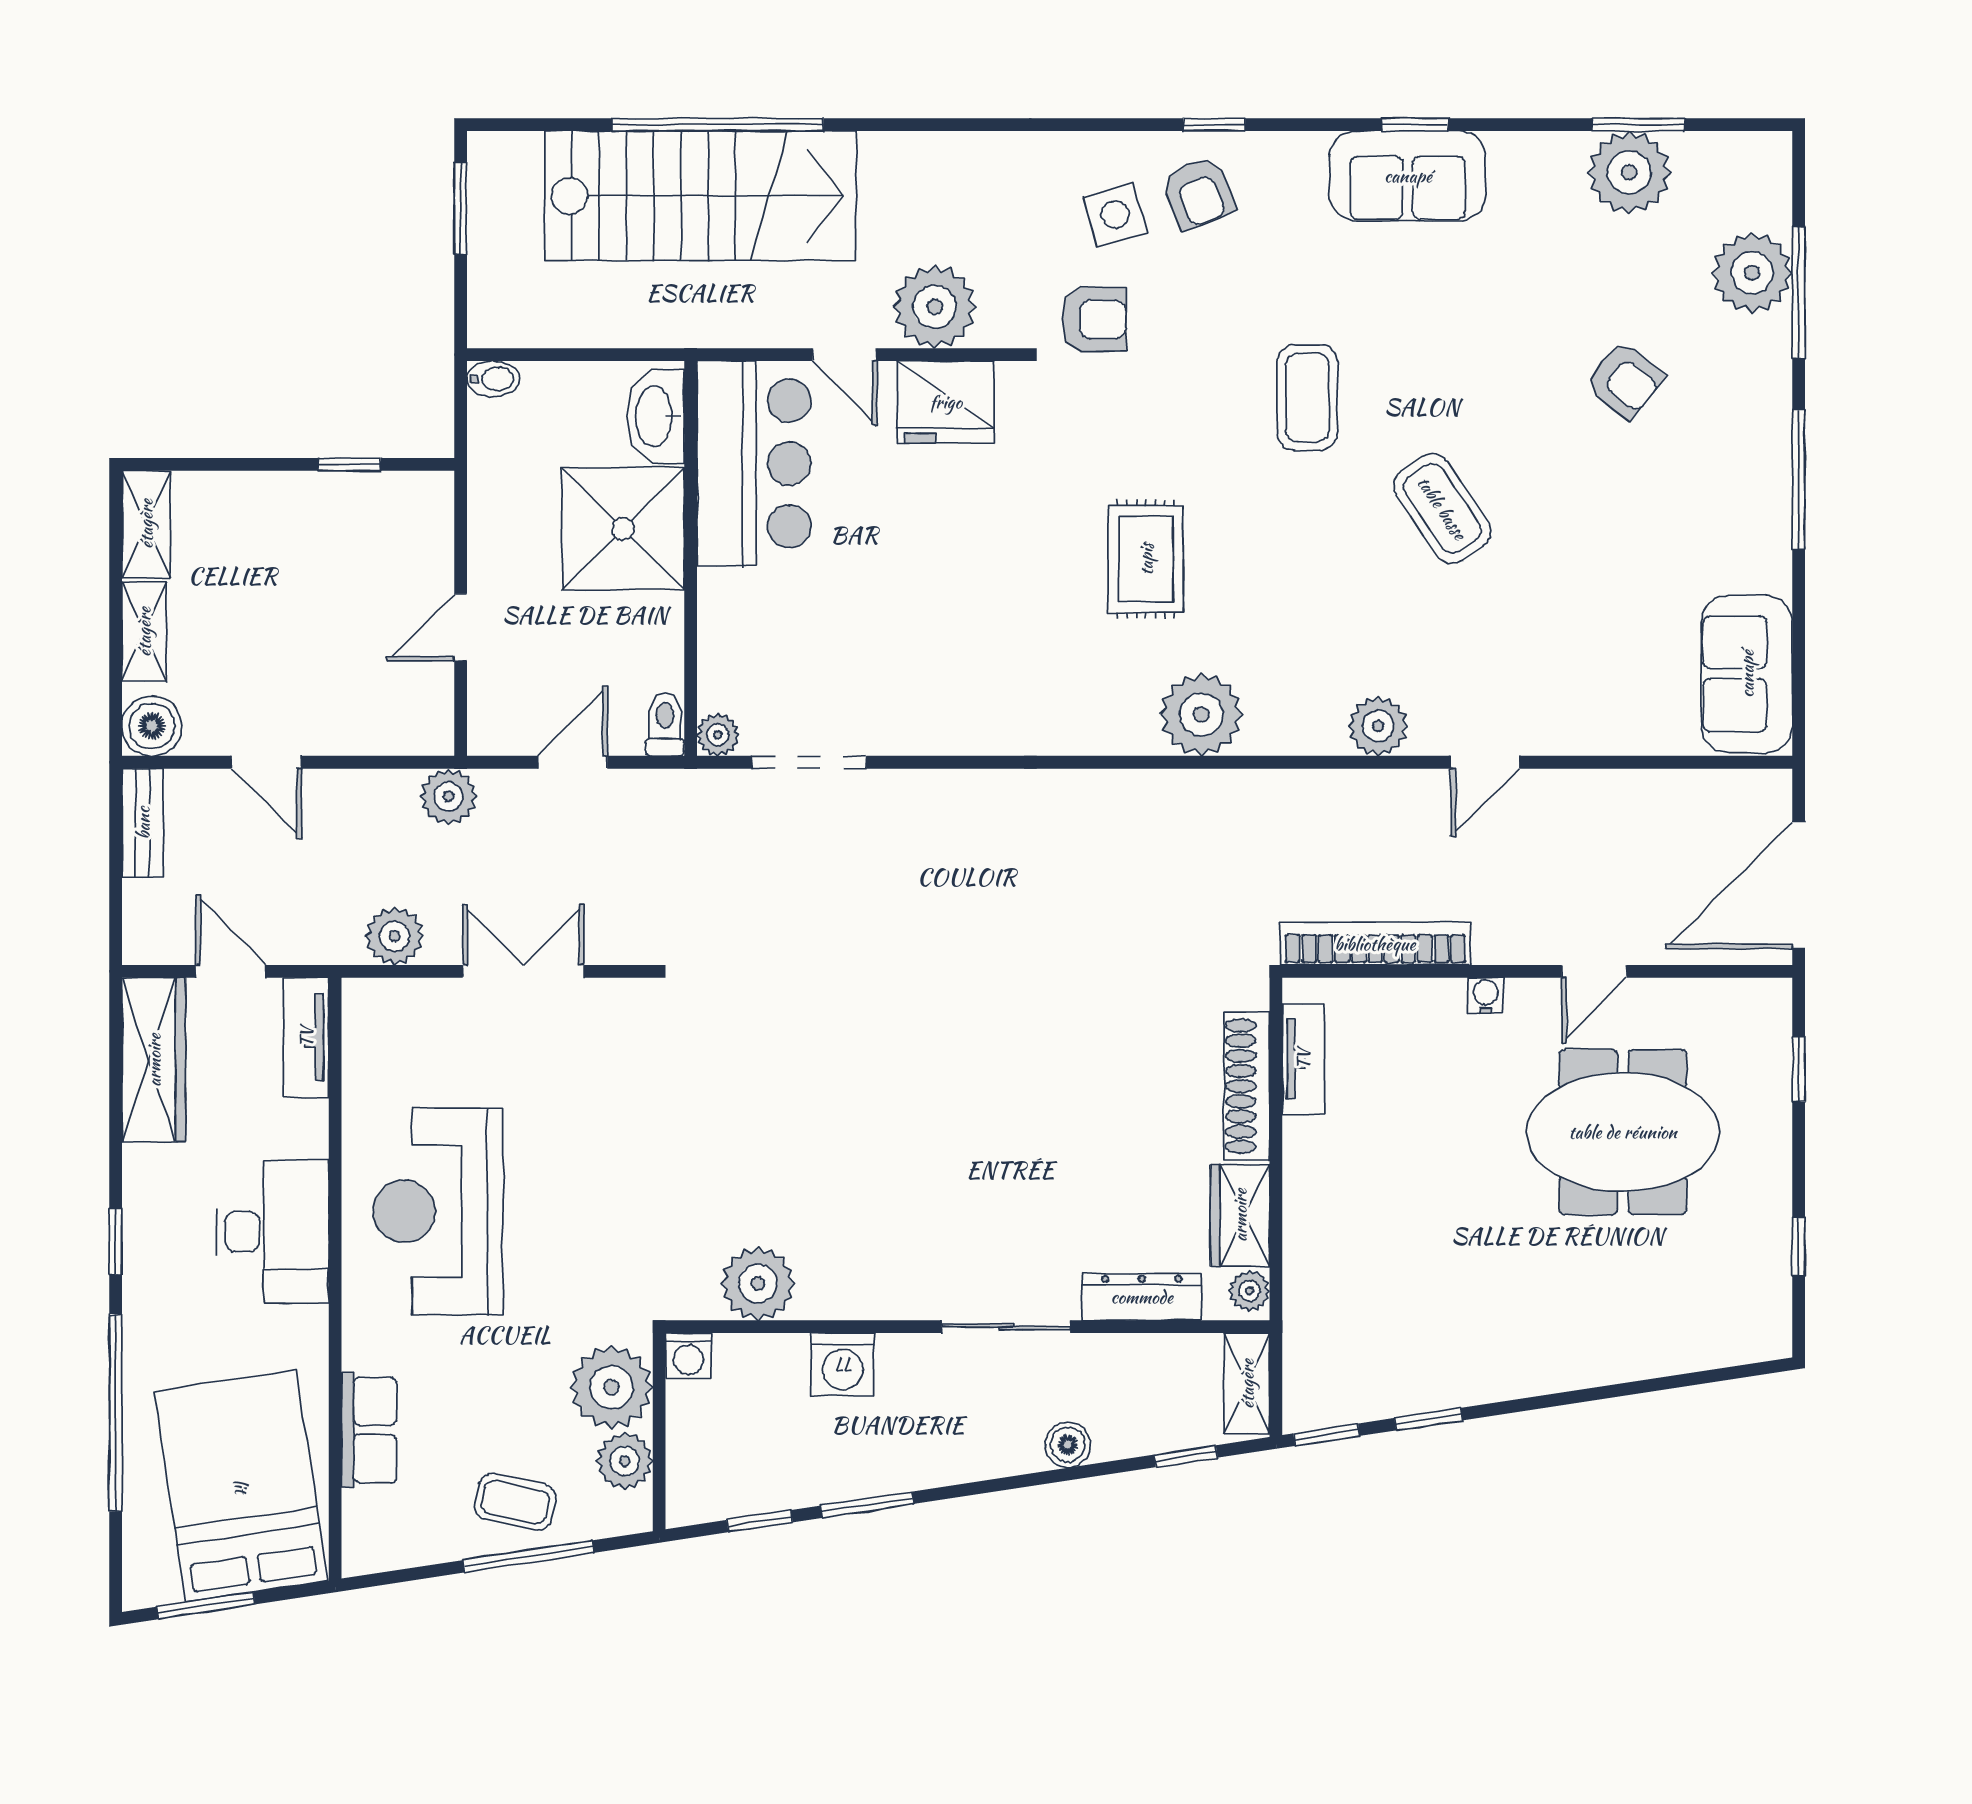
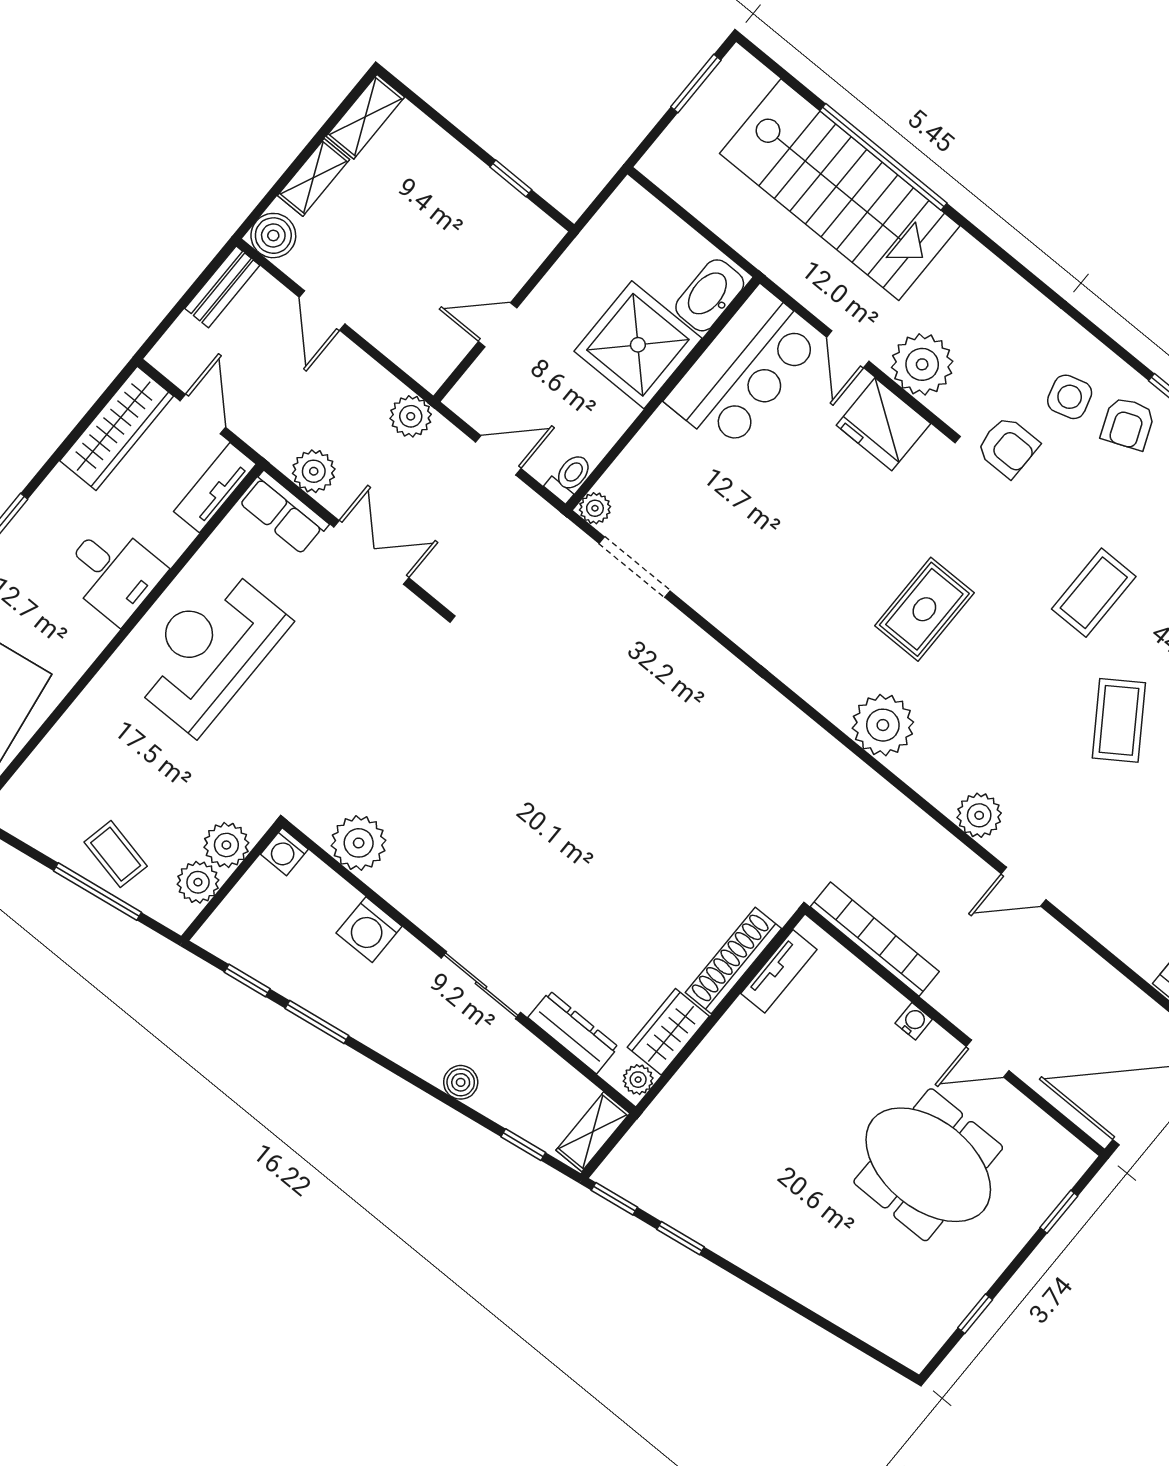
bidet: (493, 379) -> (634, 197), removed
desk: (273, 1231) -> (113, 572), width x0.73
plant: (611, 1387) -> (226, 845), width x0.73, depth x0.73
row of seats: (369, 1430) -> (284, 513), moved, turned 90

